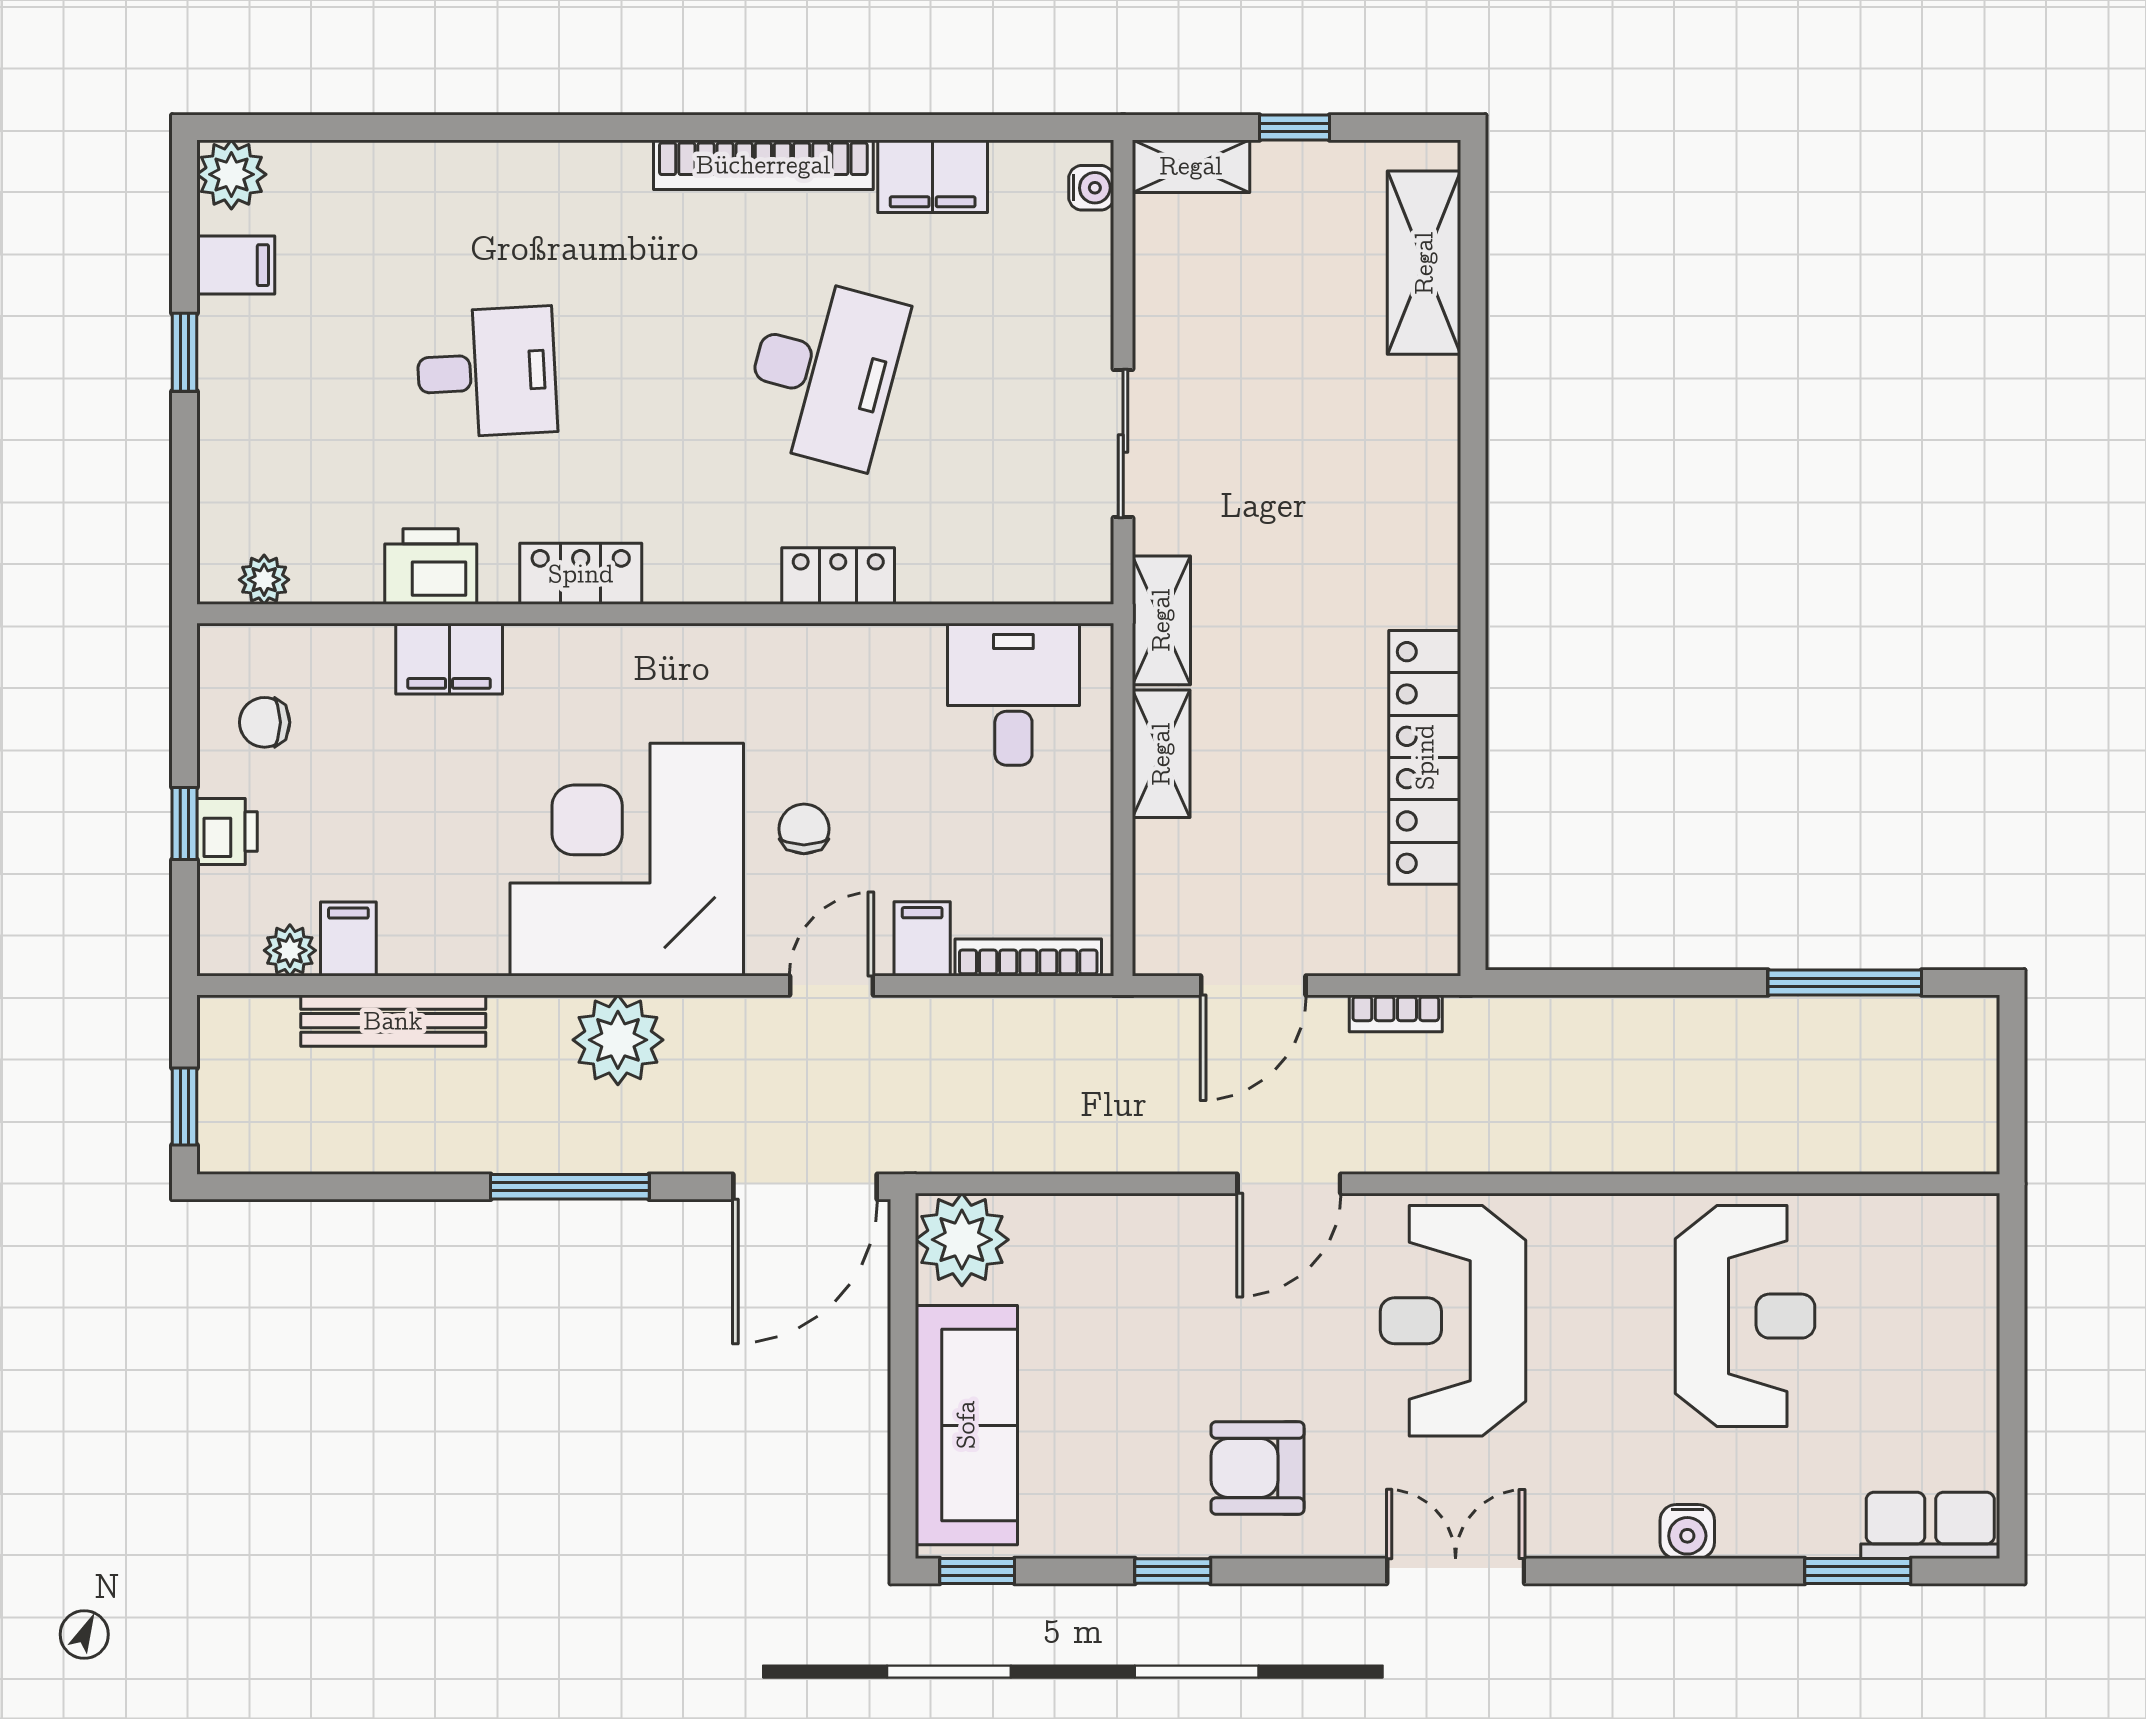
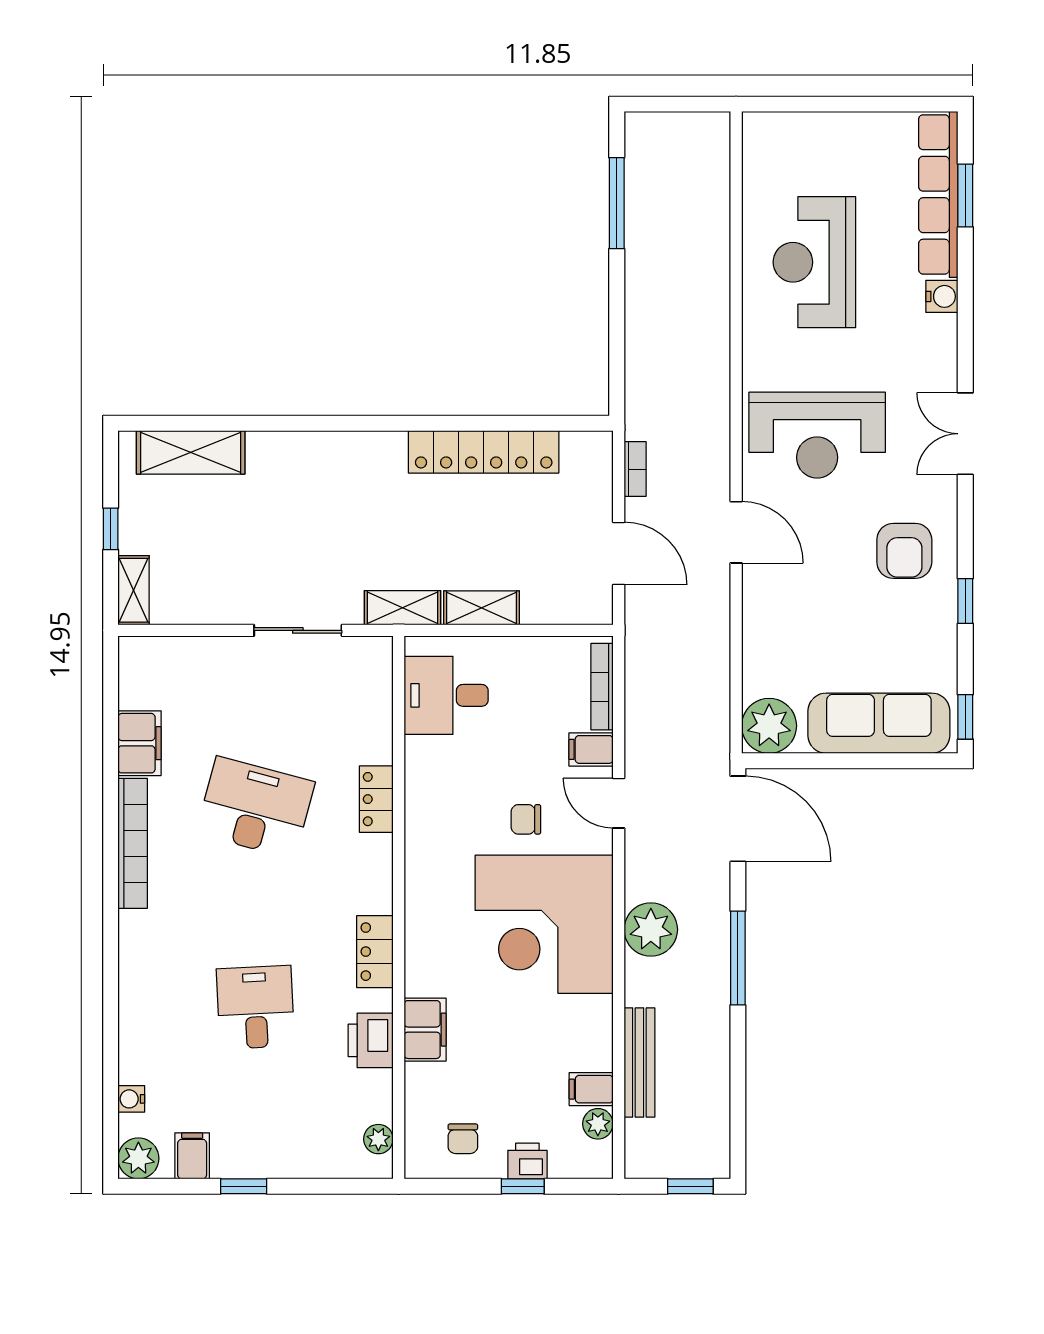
water cooler: (1091, 188) -> (131, 1099), moved, turned -90
reception desk: (1745, 1316) -> (814, 262), turned -90
row of seats: (1930, 1525) -> (938, 194), width x2.02

